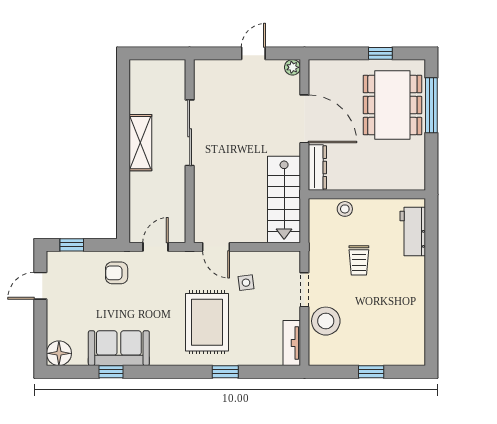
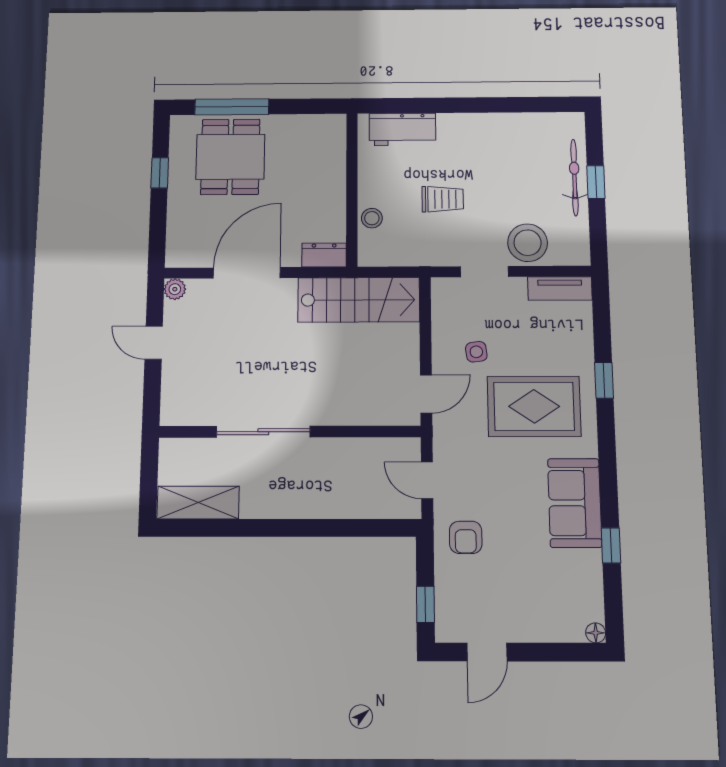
dining table: (392, 105) -> (230, 157), width x0.73
shelving: (140, 143) -> (198, 503), moved
dresser: (317, 167) -> (324, 255), width x0.70
door: (40, 286) -> (487, 652), hinge flipped
sofa: (119, 348) -> (575, 503), moved
floor lamp: (59, 353) -> (596, 633), width x0.53, depth x0.53
bicycle: (375, 356) -> (574, 177), added

